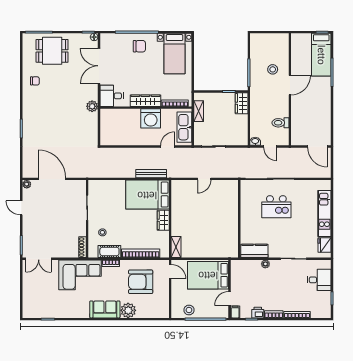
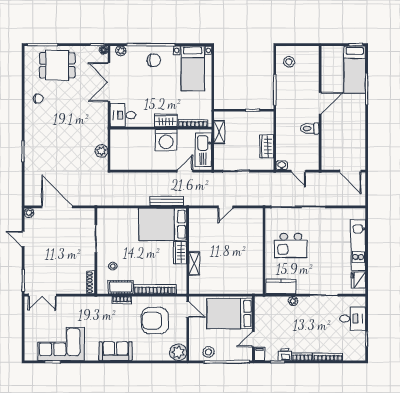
plant: (110, 38) -> (121, 51), added
stool: (273, 69) -> (289, 62), moved
wardrobe: (145, 101) -> (166, 120), width x0.67
wardrobe: (242, 103) -> (267, 146), moved
plant: (92, 106) -> (101, 151), moved
toilet: (280, 123) -> (310, 128), moved
kitchen island: (276, 207) -> (291, 245), moved
shelving: (176, 247) -> (194, 264), moved
corner sofa: (80, 275) -> (61, 344), moved, turned 180
plant: (128, 310) -> (178, 352), moved

